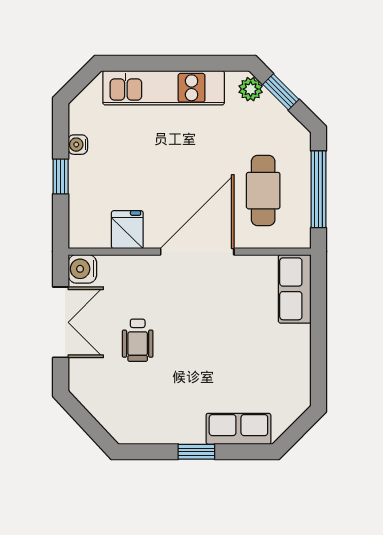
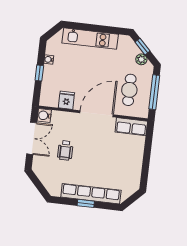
plant: (251, 89) -> (141, 59), moved
row of seats: (295, 289) -> (131, 127), moved, turned -90
row of seats: (238, 429) -> (91, 194), width x2.02

